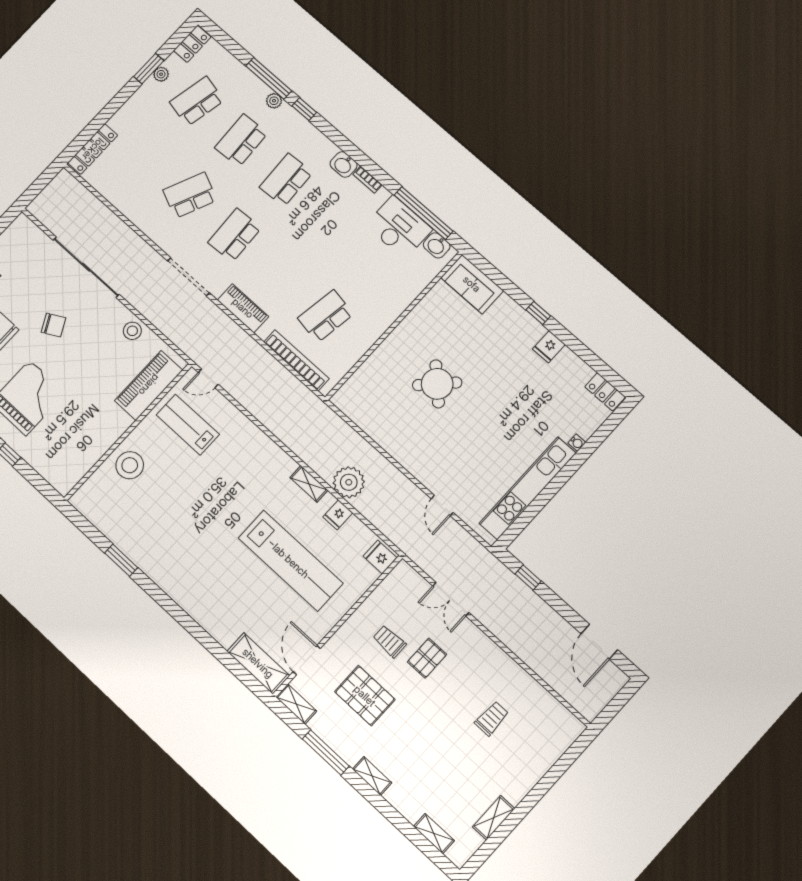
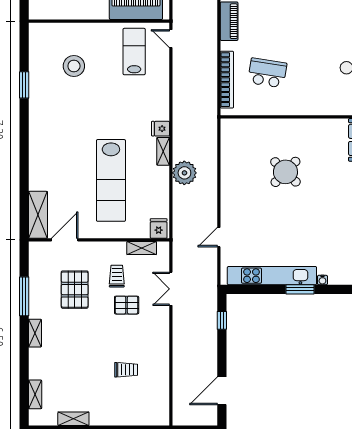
stool: (130, 465) -> (74, 66), moved
window: (566, 473) -> (300, 289), added
fridge: (338, 515) -> (161, 129), moved
shelving: (296, 704) -> (142, 248), moved, turned 90

